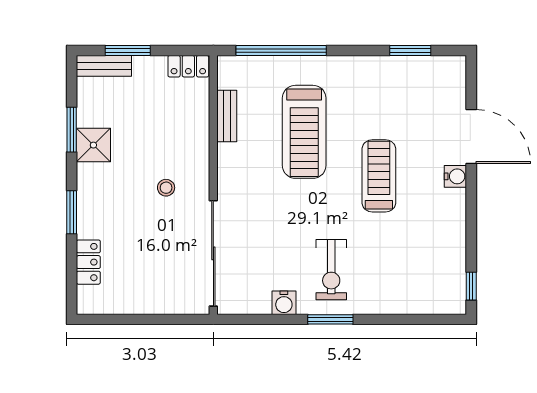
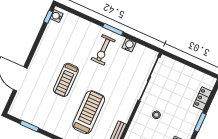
water cooler: (455, 176) -> (57, 16), moved
exercise bike: (331, 270) -> (103, 50), turned 180

